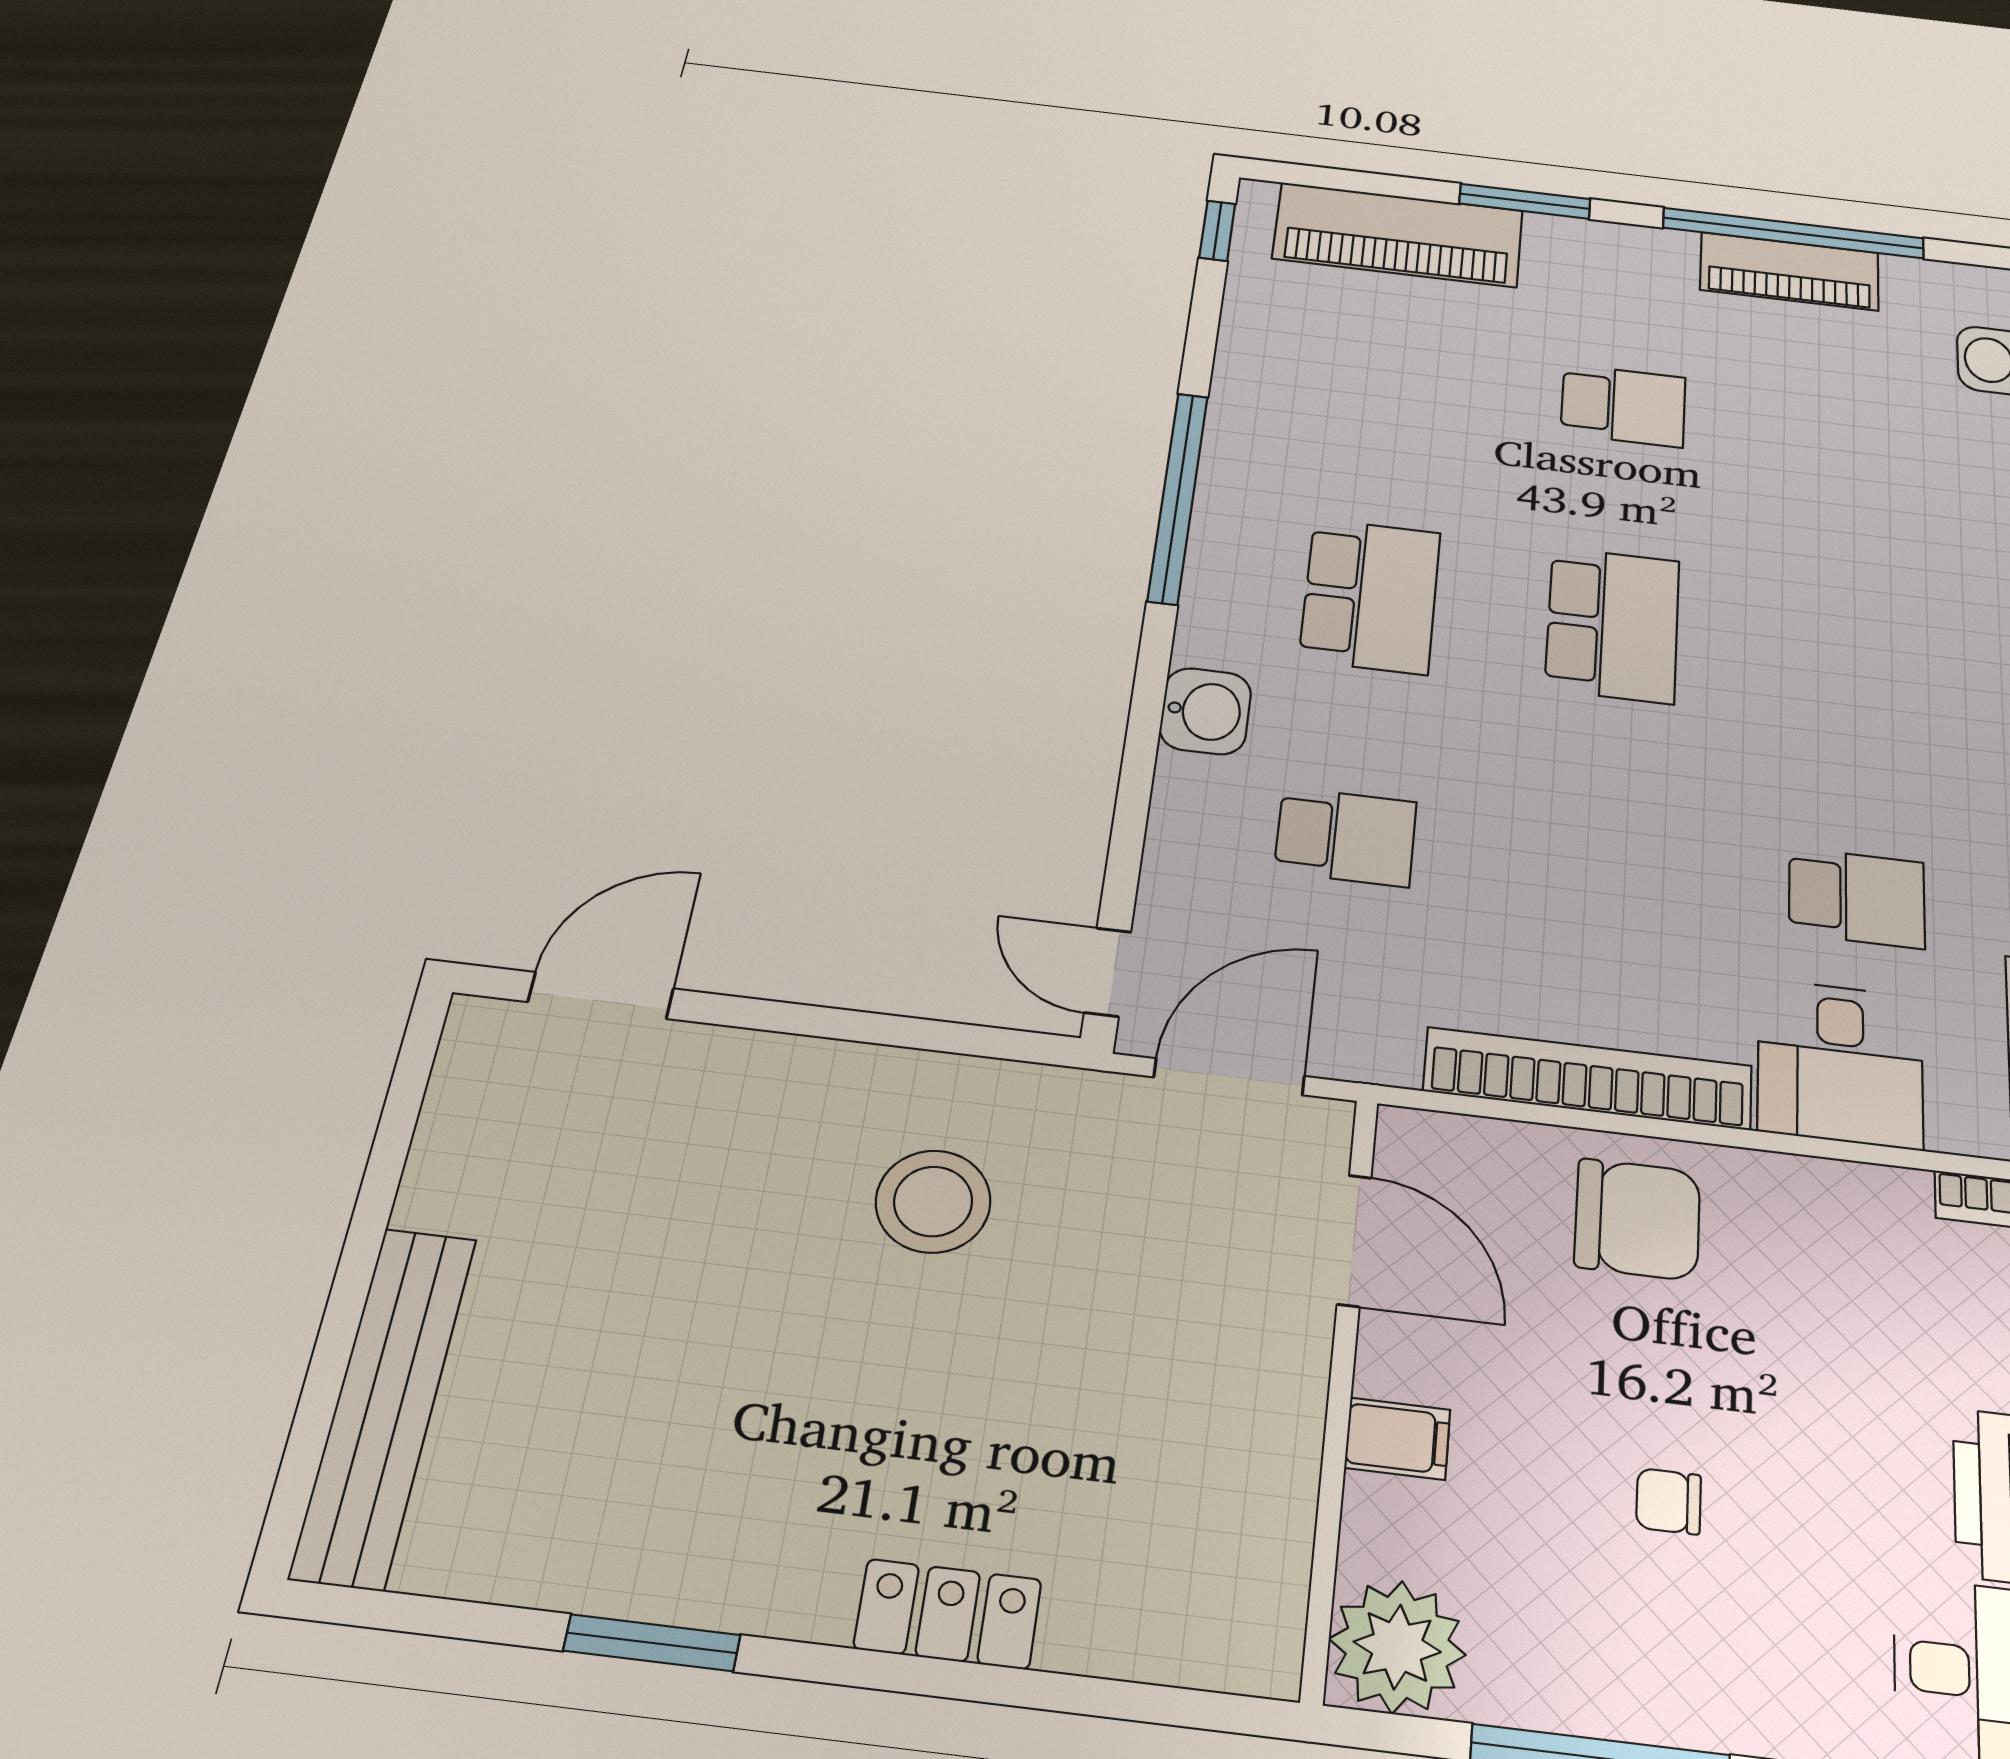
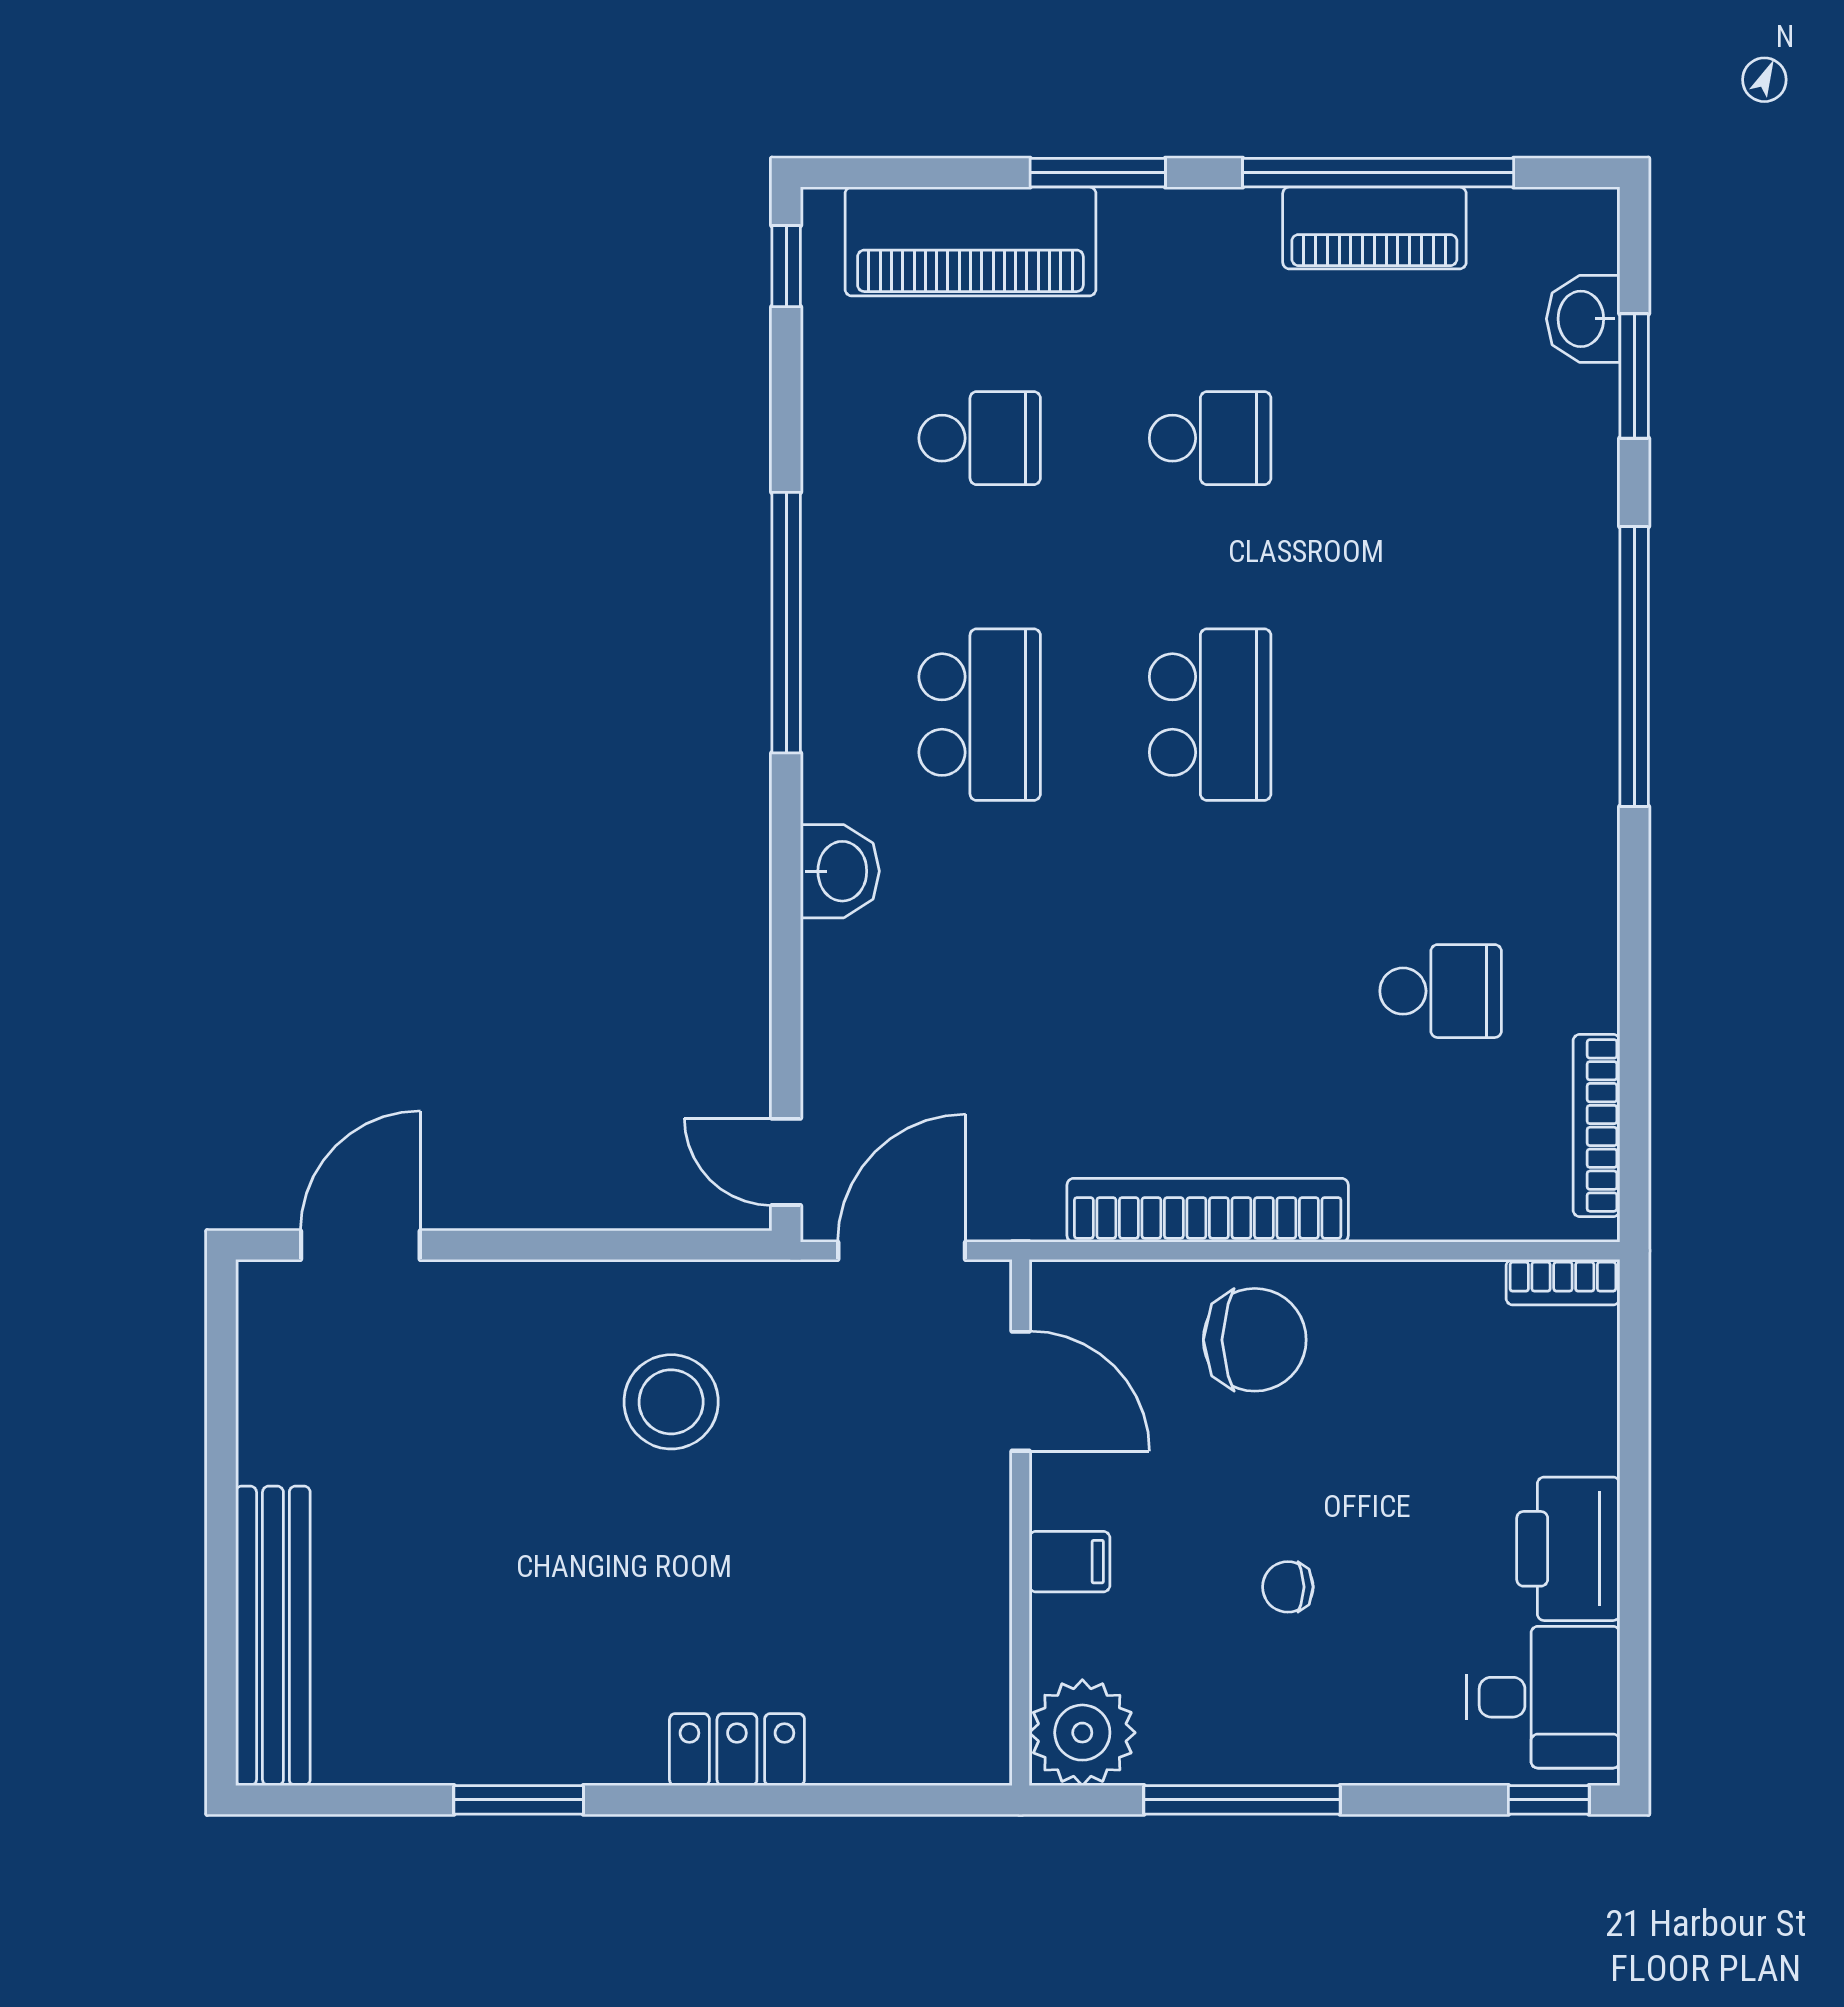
school desk: (1346, 837) -> (980, 438), moved
desk: (1840, 1063) -> (1425, 1165), removed

